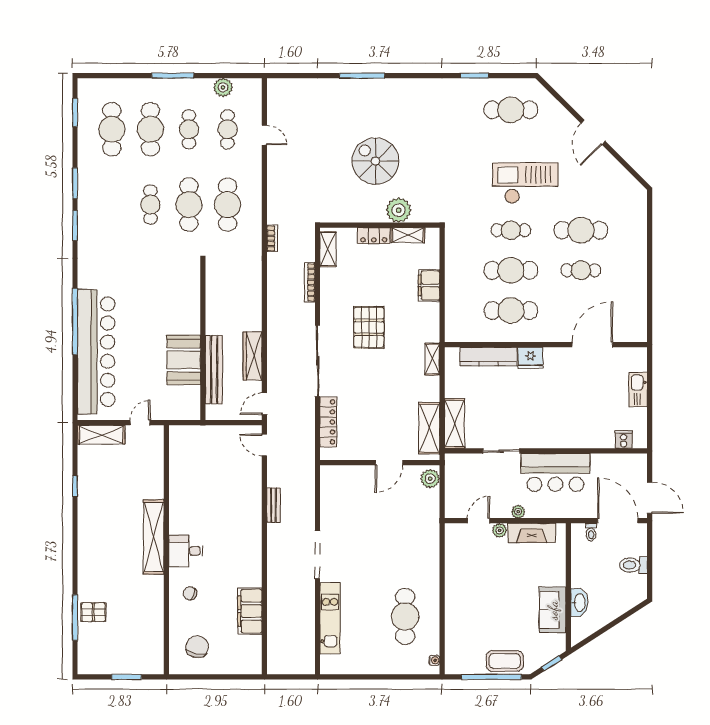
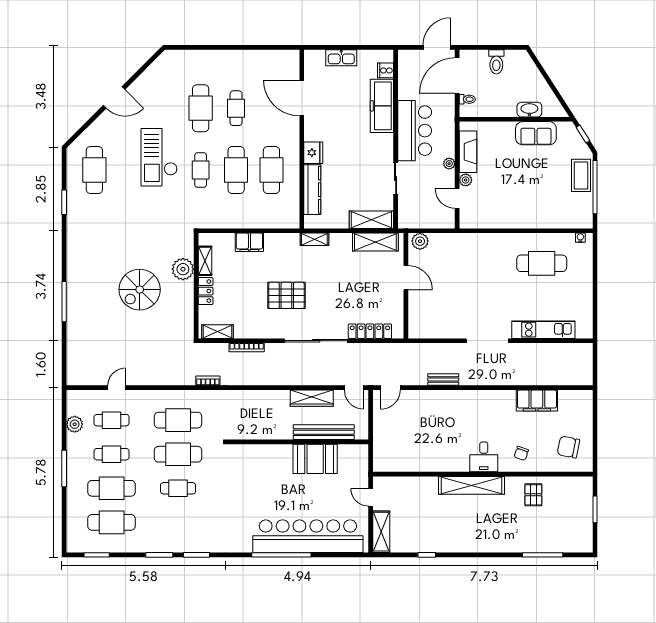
freezer: (584, 435) -> (382, 106), added
pallet: (93, 612) -> (533, 495), moved

